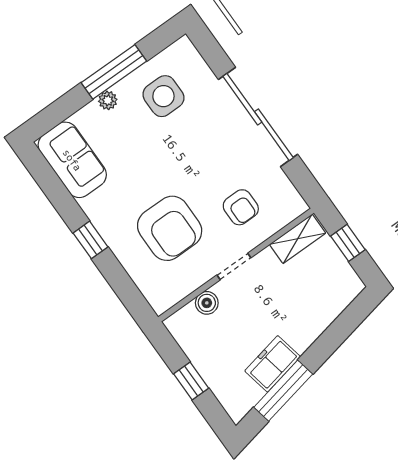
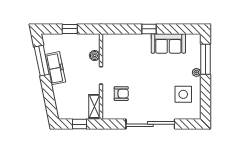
window: (114, 72) -> (205, 59), moved
sofa: (72, 160) -> (168, 43), moved
armchair: (241, 207) -> (121, 94), turned 180
armchair: (170, 228) -> (132, 61), removed
freezer: (273, 364) -> (55, 68), width x1.40

